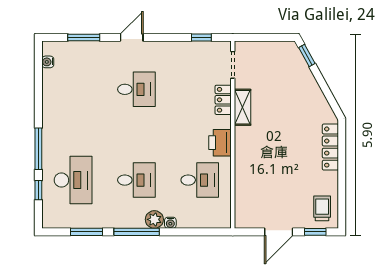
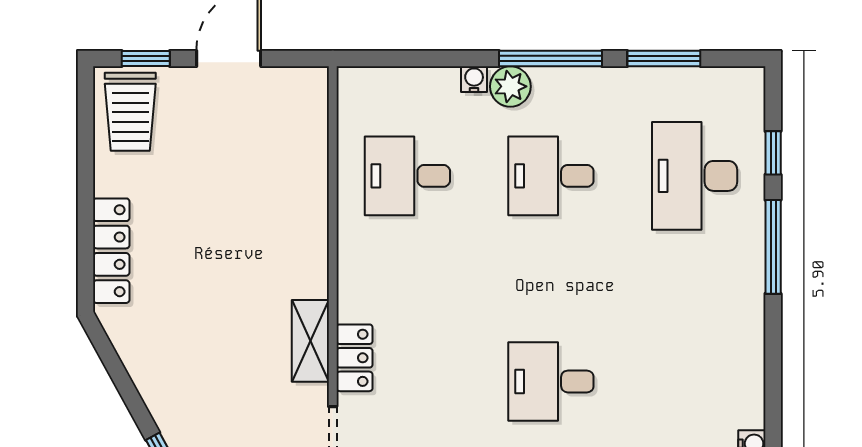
printer: (220, 143) -> (362, 261), removed
trolley: (322, 208) -> (130, 112), width x1.36, depth x1.39

